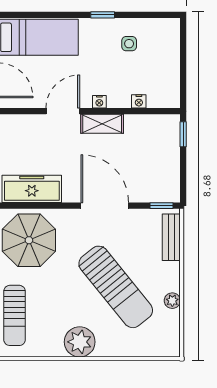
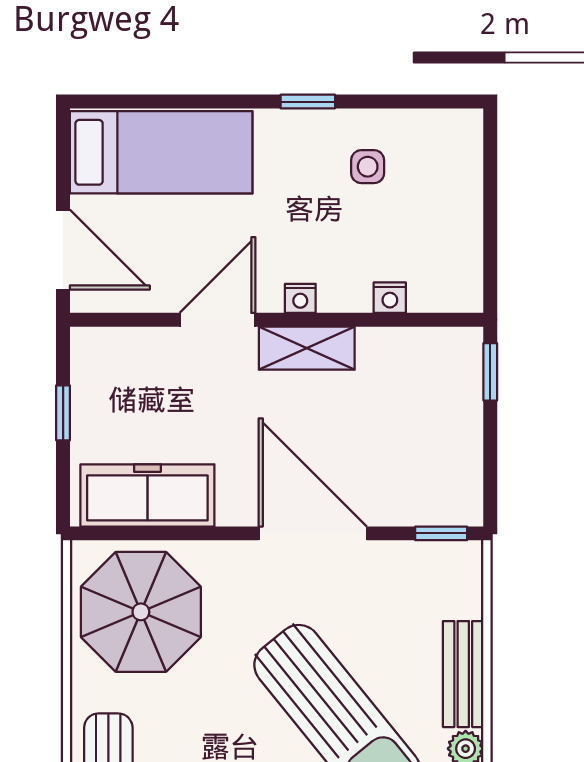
bench: (171, 237) -> (463, 674), moved

